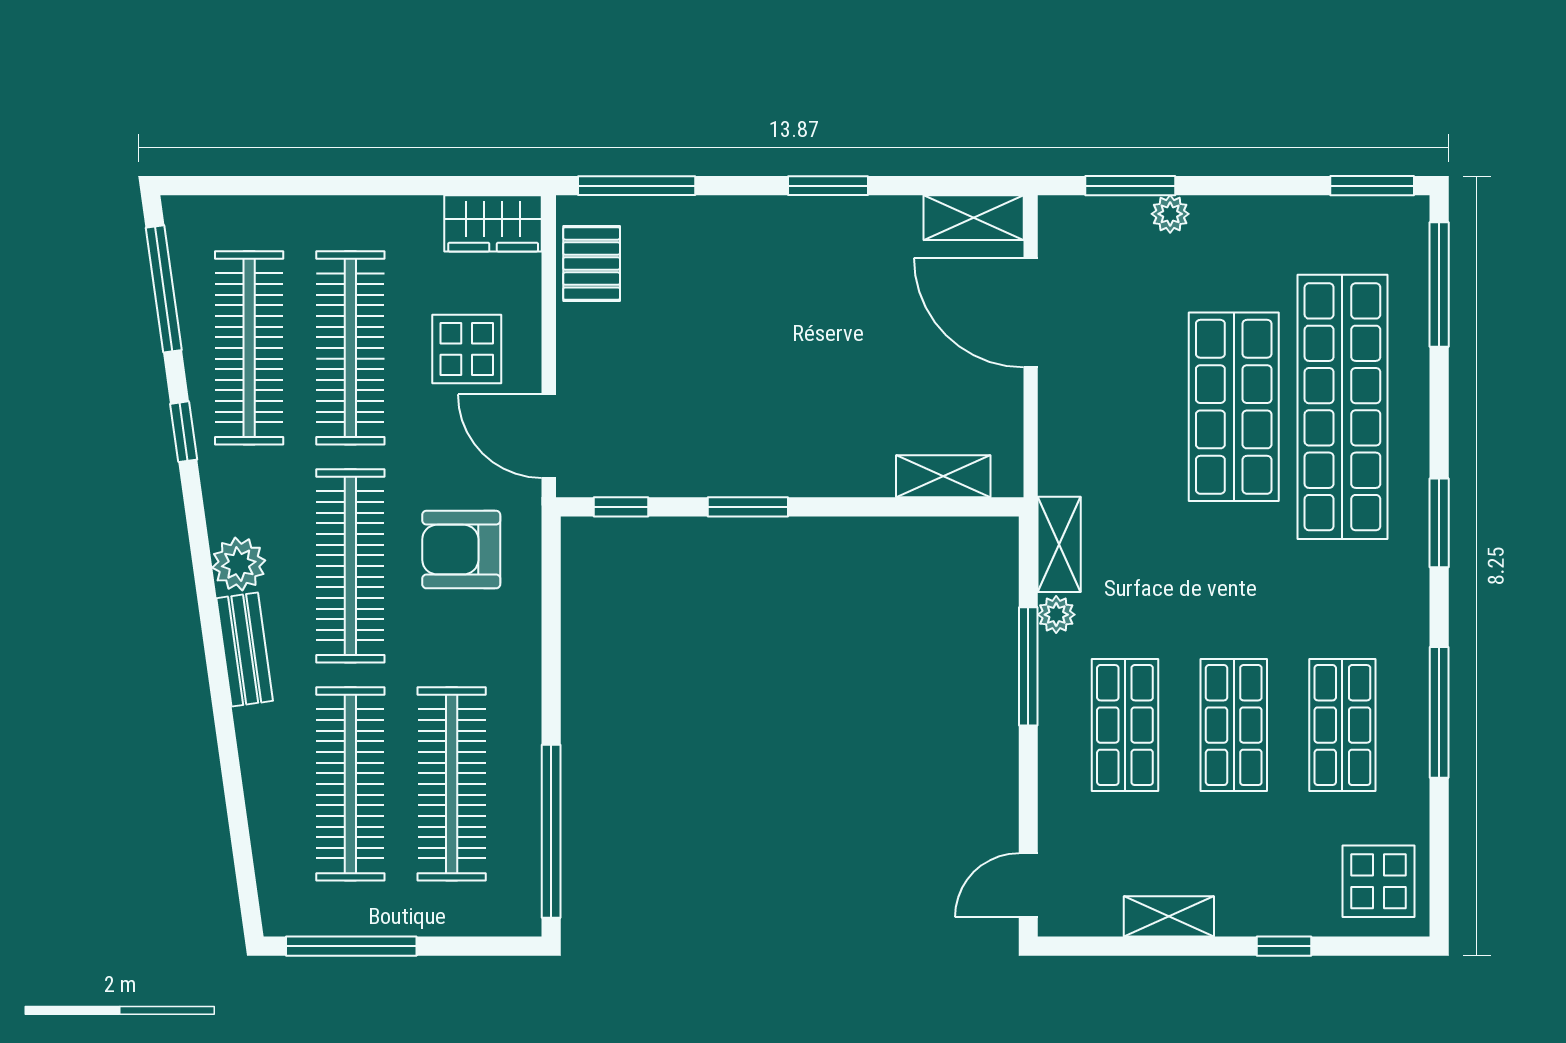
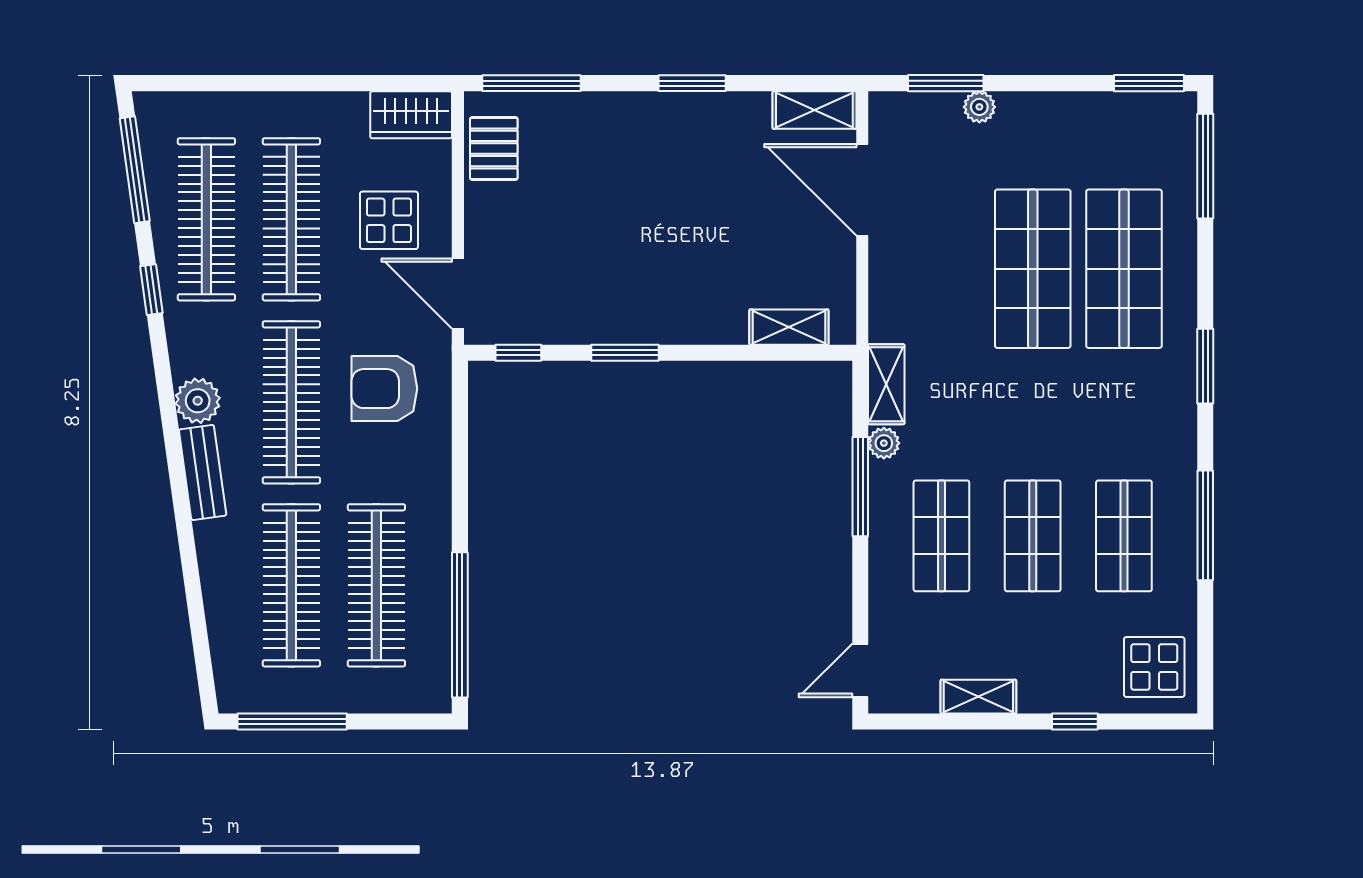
shop shelf: (1342, 407) -> (1124, 269), width x0.71

